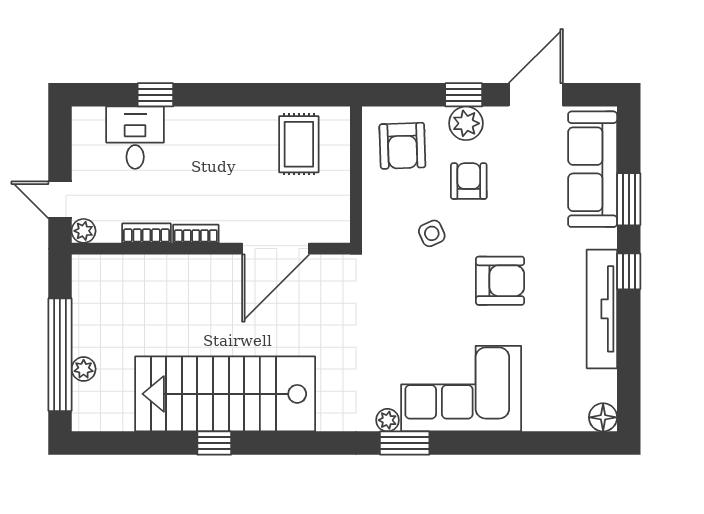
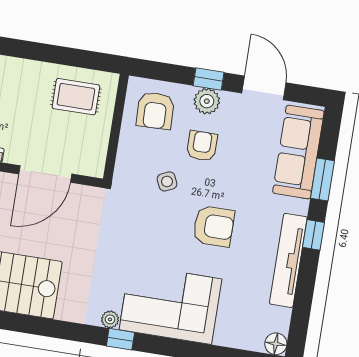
door: (536, 95) -> (264, 88), hinge flipped
rug: (299, 144) -> (76, 97), turned 90
window: (405, 443) -> (120, 339), width x0.67

